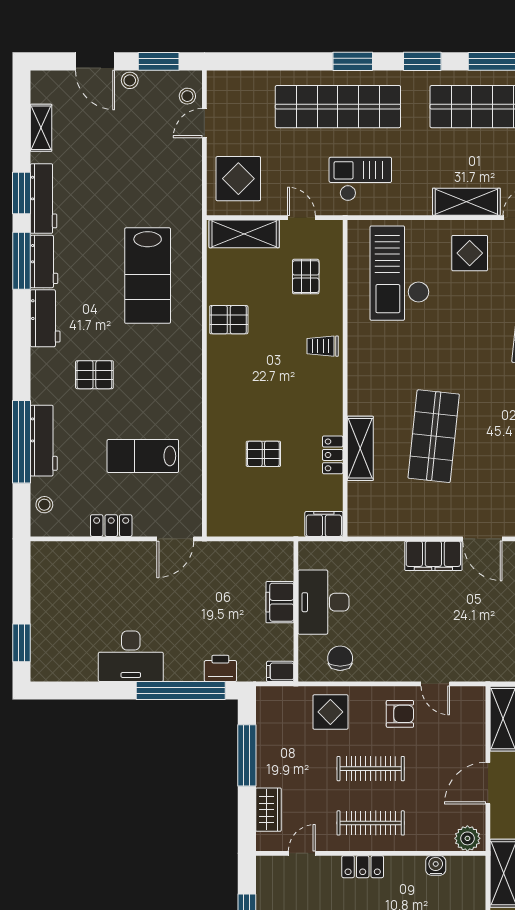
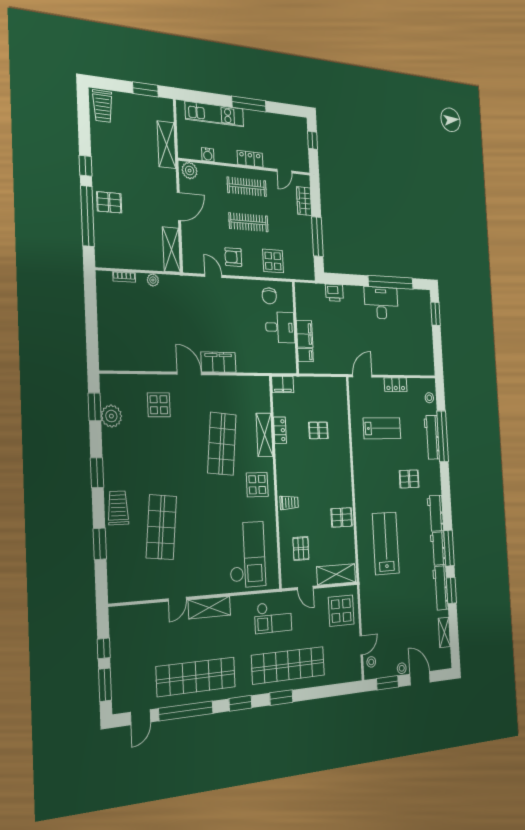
display table: (470, 253) -> (257, 485), moved
desk: (323, 602) -> (280, 327), width x0.73
filing cabinet: (280, 671) -> (305, 355), moved
window: (181, 691) -> (391, 282), moved

